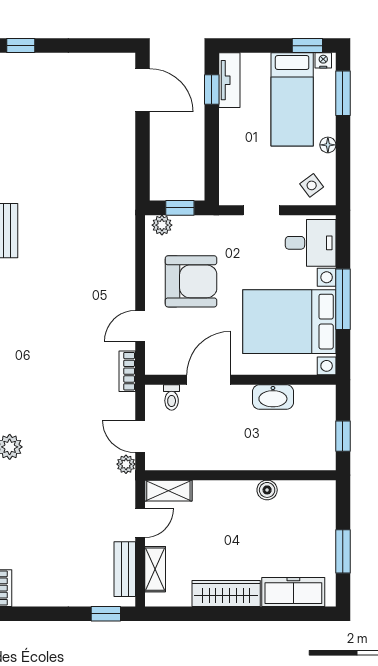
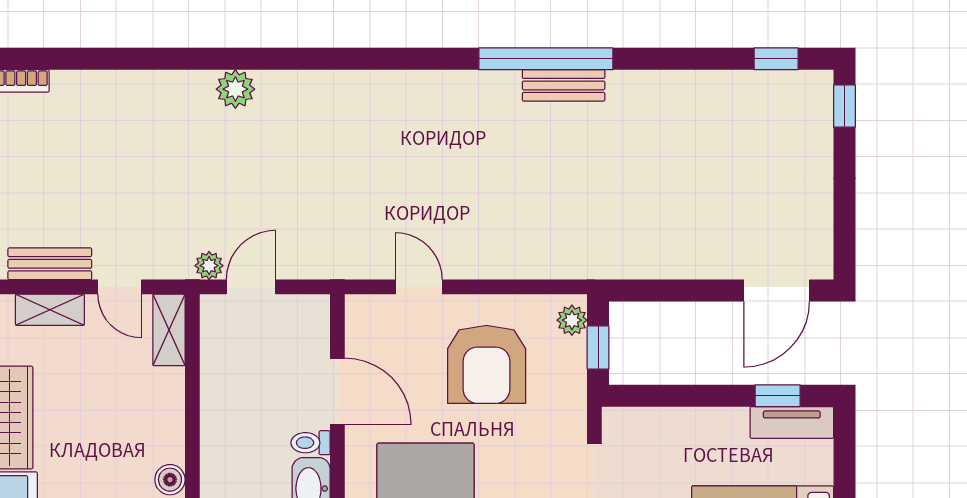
bookcase: (127, 371) -> (350, 267), removed
toilet: (172, 397) -> (310, 443), moved

